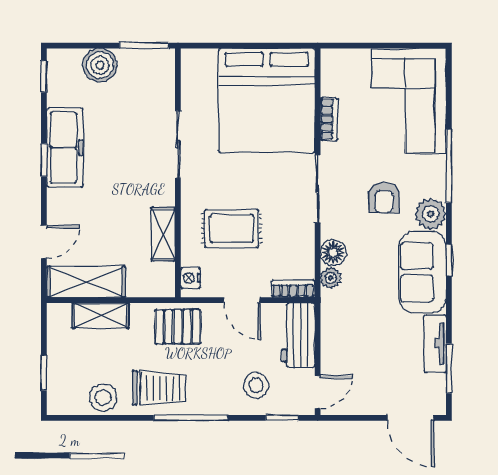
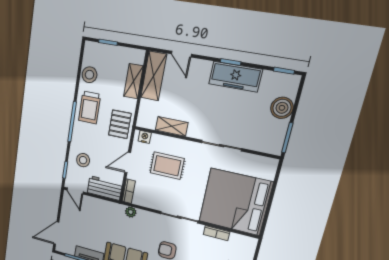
rug: (232, 228) -> (167, 166), turned 90
floor lamp: (333, 253) -> (144, 217), removed

